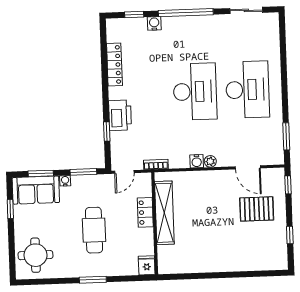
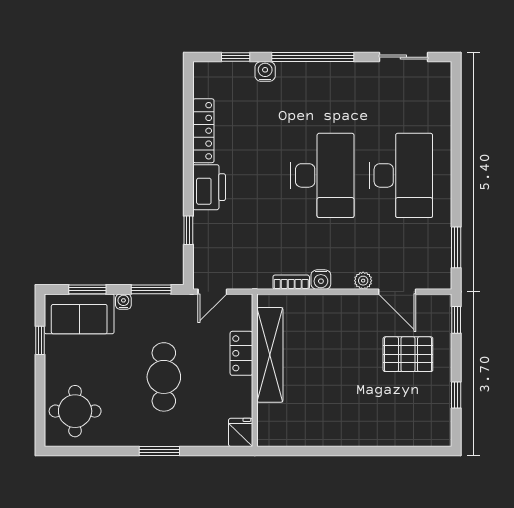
printer: (120, 115) -> (209, 187), moved
plant: (210, 161) -> (363, 281), moved
bookcase: (156, 164) -> (291, 282), moved

